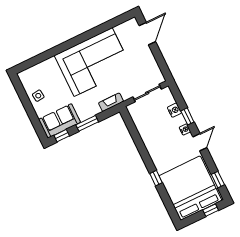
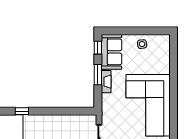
fireplace: (111, 102) -> (106, 82), moved

